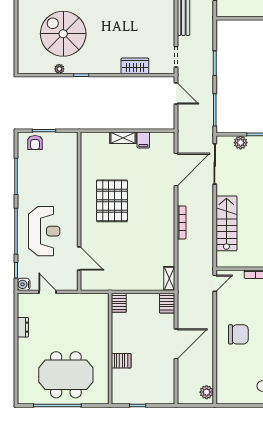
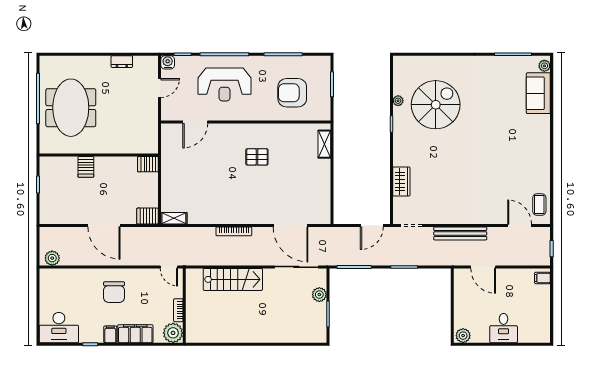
shelving: (123, 138) -> (324, 144), moved
filing cabinet: (143, 140) -> (322, 190), removed
armchair: (35, 143) -> (292, 93), moved, width x1.88, depth x1.88
pallet: (112, 201) -> (257, 157), width x0.49, depth x0.50

